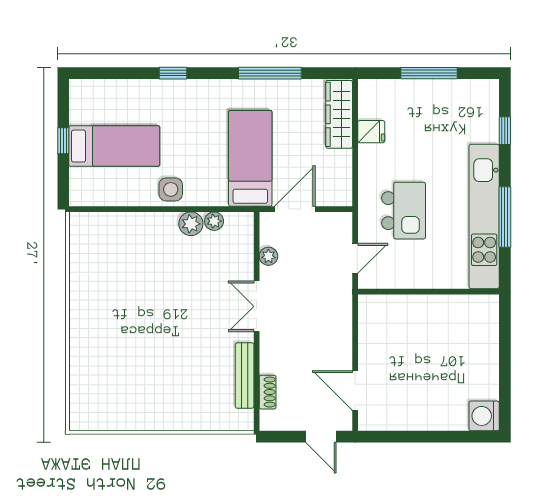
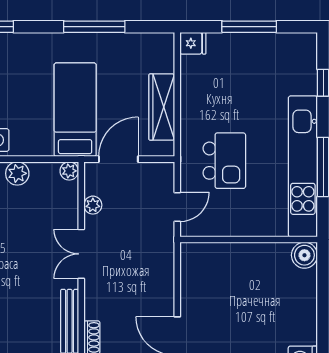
wardrobe: (339, 114) -> (162, 107), moved
fridge: (371, 132) -> (193, 43), moved
plant: (214, 221) -> (69, 171), moved
boiler: (486, 308) -> (304, 255), added

